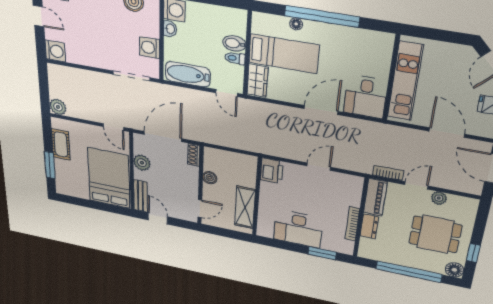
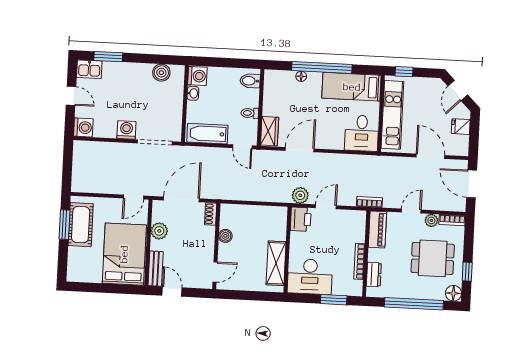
window: (426, 33) -> (404, 72), added
bidet: (234, 43) -> (250, 81), moved
washing machine: (150, 48) -> (126, 130), moved, turned 90
bed: (284, 54) -> (352, 87), moved, turned 180
plant: (58, 107) -> (300, 195), moved
door: (321, 110) -> (300, 150), moved
door: (113, 127) -> (133, 197), hinge flipped
cot: (61, 144) -> (81, 225), width x1.37, depth x1.34
window: (50, 165) -> (64, 225), moved
printer: (272, 171) -> (301, 219), moved
bookcase: (388, 173) -> (369, 202), moved
wall: (257, 197) -> (287, 250), moved
bookcase: (464, 202) -> (452, 220), added
shelving: (245, 207) -> (276, 263), moved
dresser: (369, 226) -> (374, 275), moved

